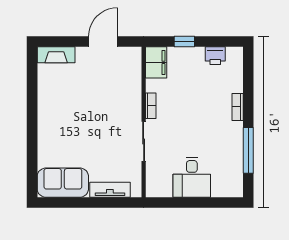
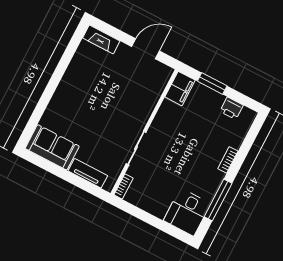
window: (184, 42) -> (212, 83), width x1.50
bookcase: (151, 106) -> (124, 186), moved
desk: (192, 177) -> (187, 212), moved

